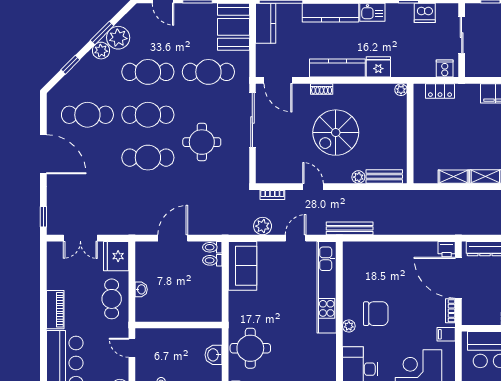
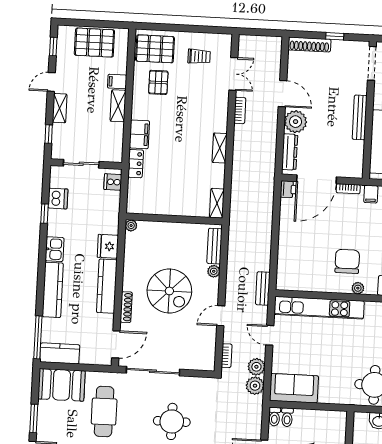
shoe rack: (322, 89) -> (126, 307), width x1.43
locker: (440, 91) -> (136, 164), moved
shelving: (454, 177) -> (217, 203), moved
plant: (243, 226) -> (255, 386), added
bench: (350, 228) -> (263, 288), width x0.73

